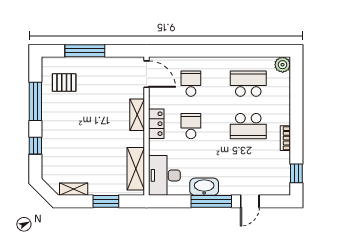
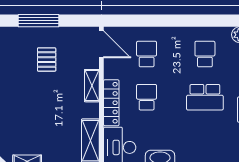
pallet: (64, 82) -> (47, 60), moved, turned 90
school desk: (248, 84) -> (205, 54), width x0.54
locker: (156, 124) -> (111, 103), width x1.53

